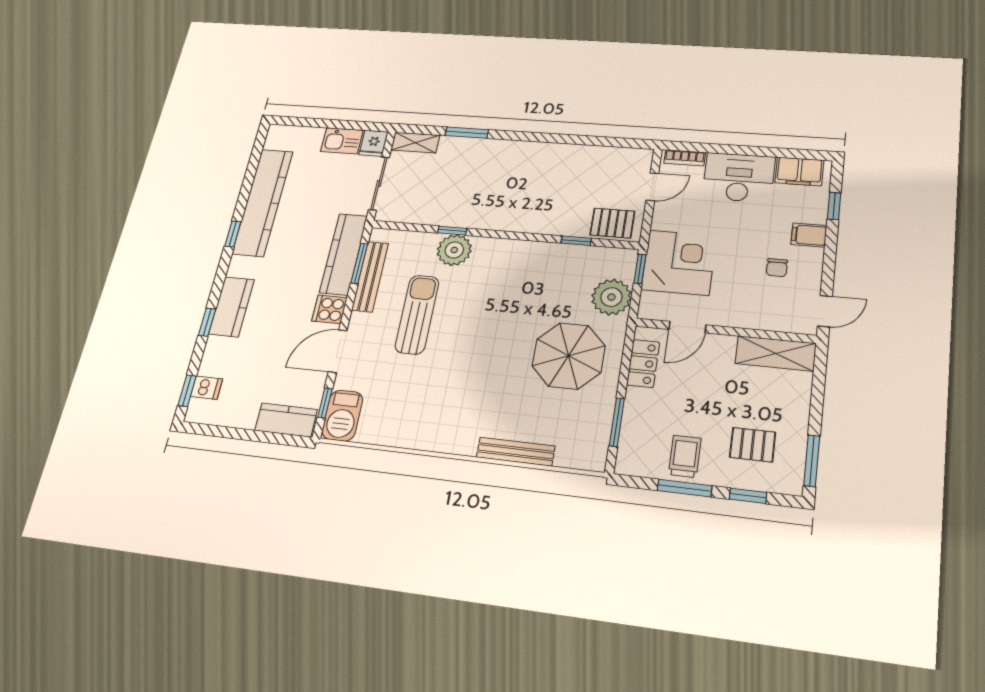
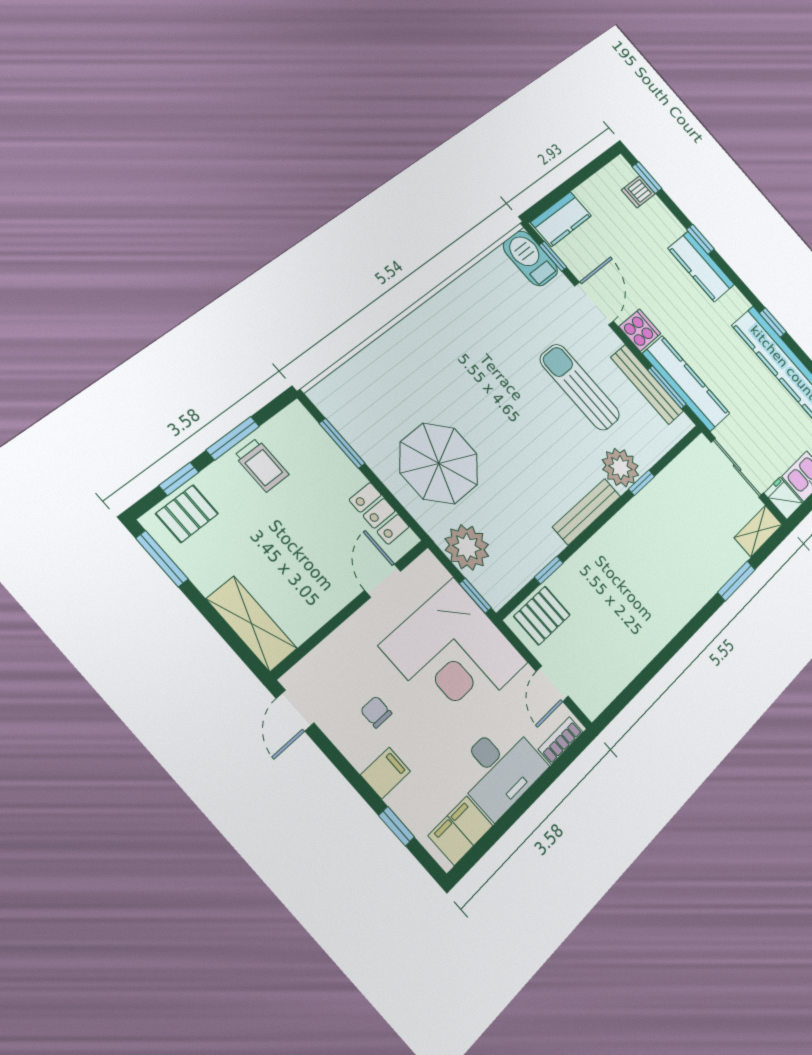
corner desk: (679, 263) -> (454, 654), width x1.36, depth x1.36
sun lounger: (417, 314) -> (580, 387), turned 180
shelving: (776, 353) -> (252, 624), moved, turned 90
pallet: (753, 445) -> (187, 514), moved
bench: (516, 452) -> (587, 512), moved

